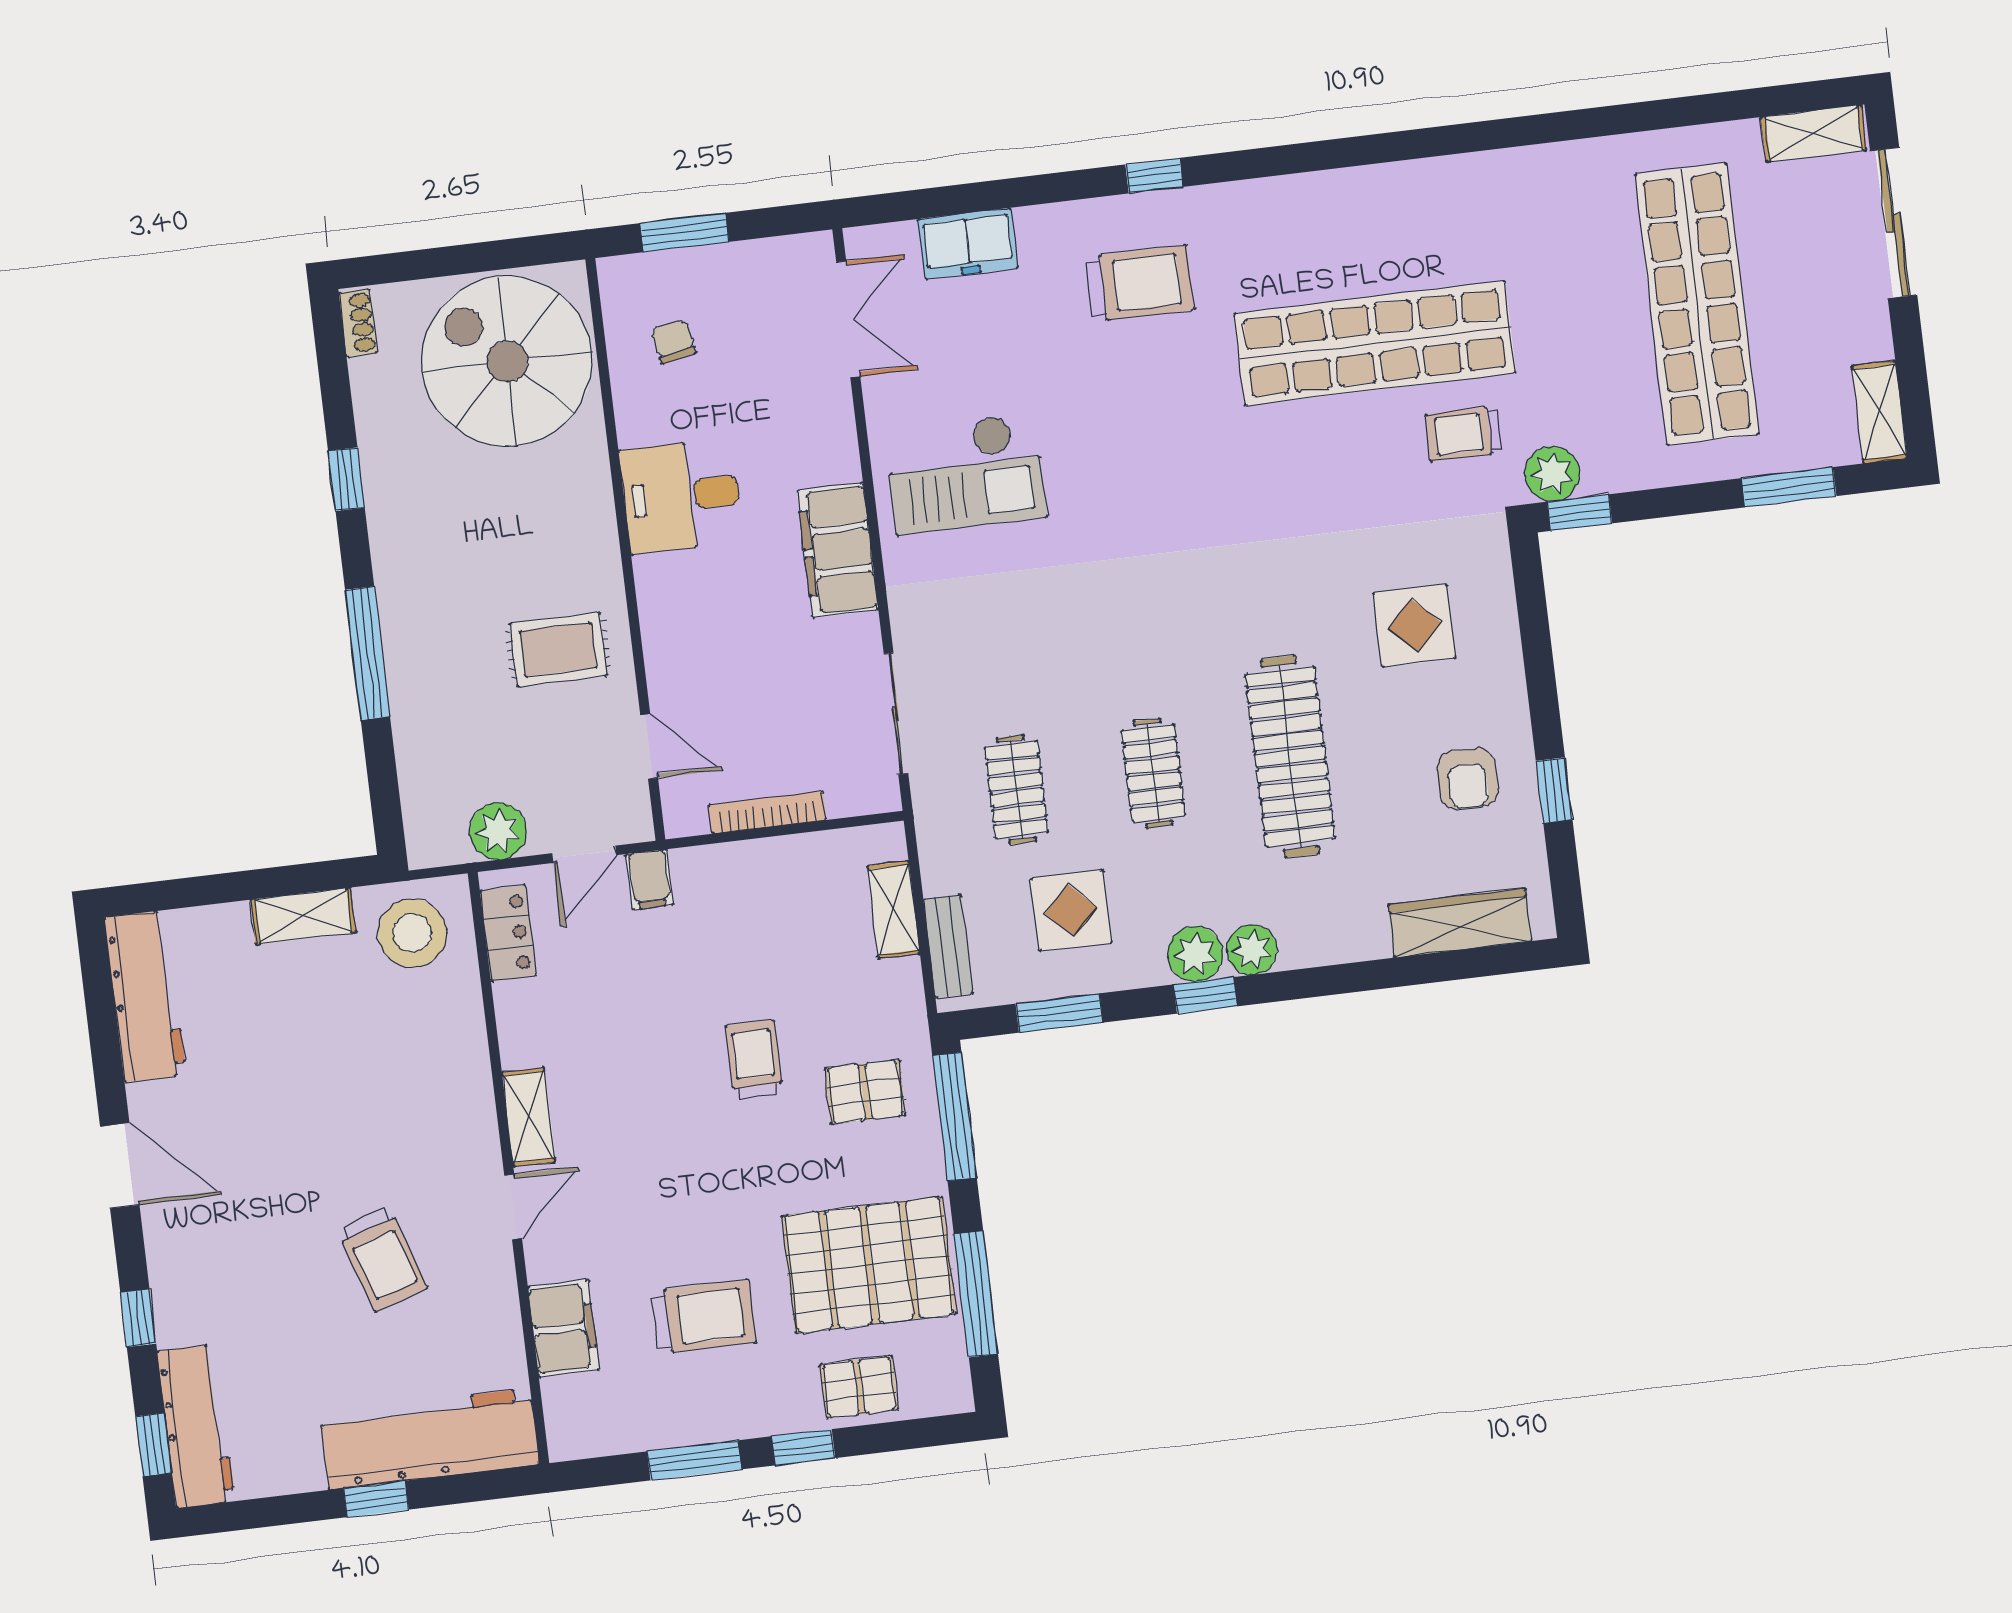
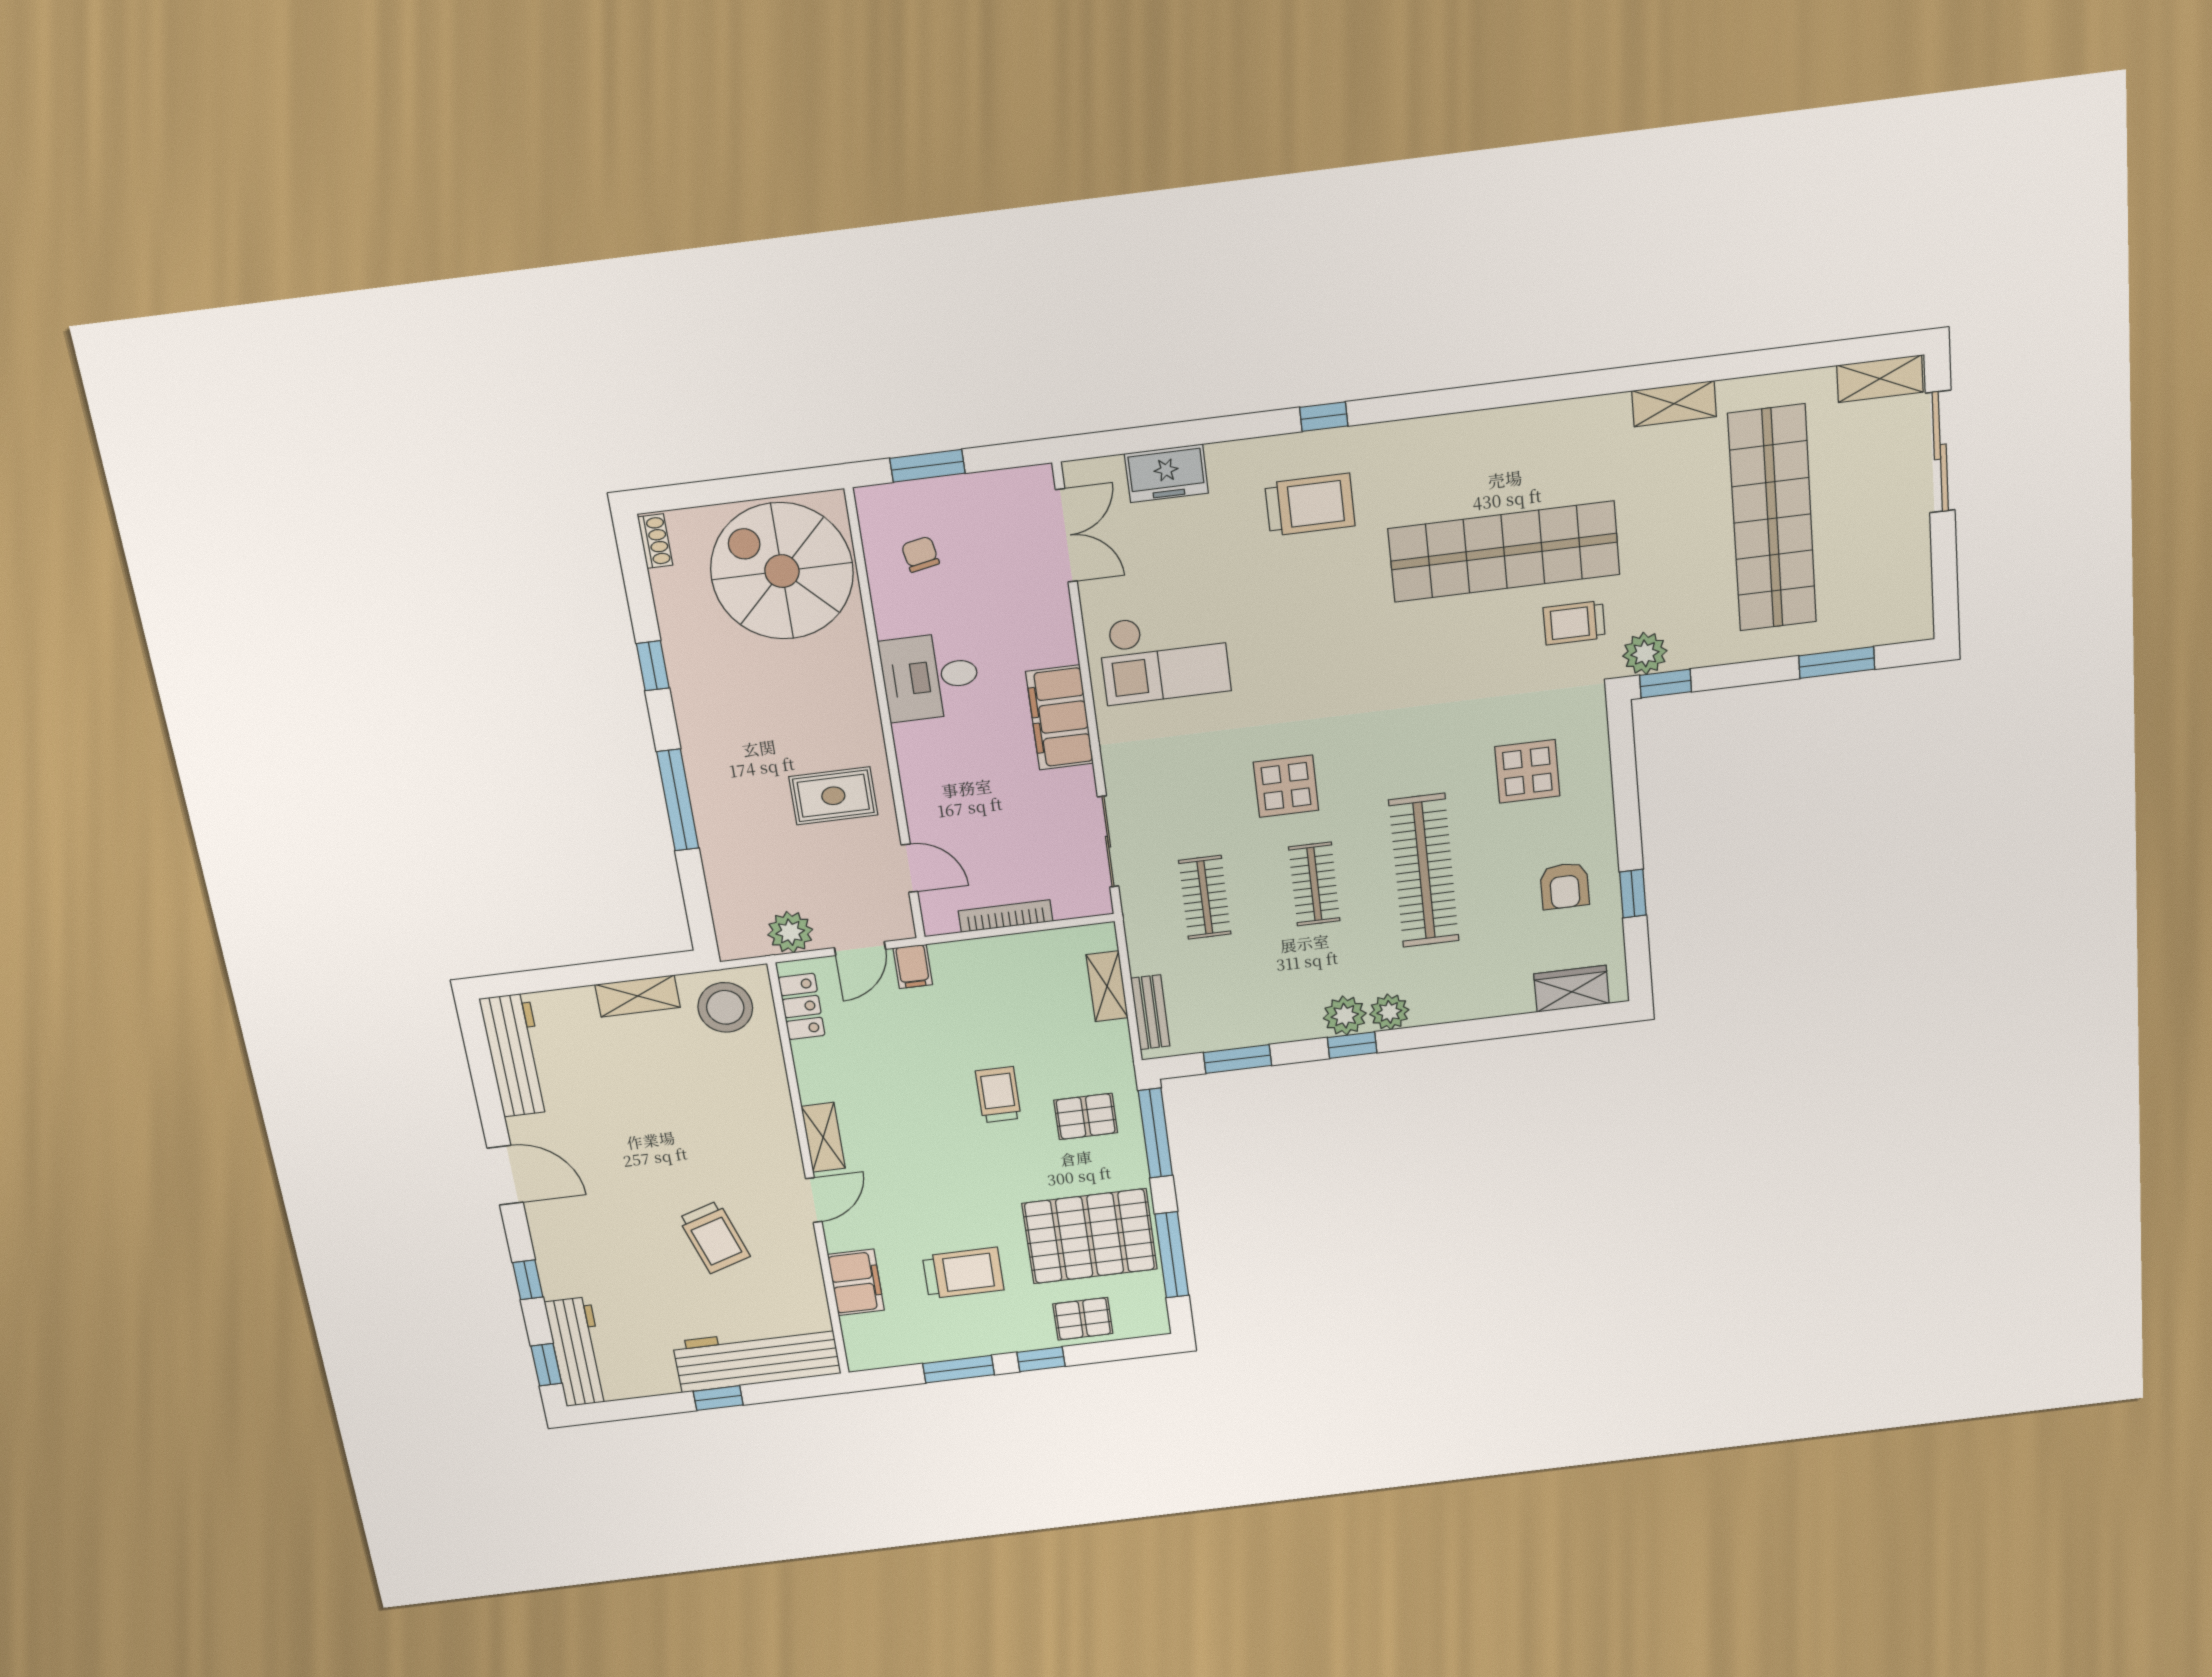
shelving: (1879, 412) -> (1674, 404), moved, turned 90
display table: (1071, 911) -> (1286, 786), moved
wardrobe: (1460, 923) -> (1572, 989), width x0.67

